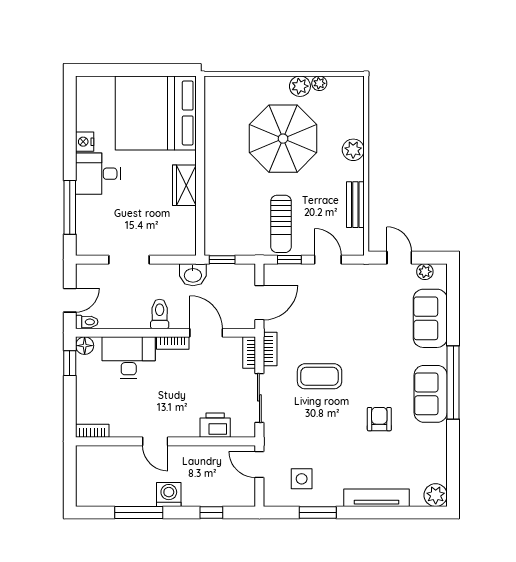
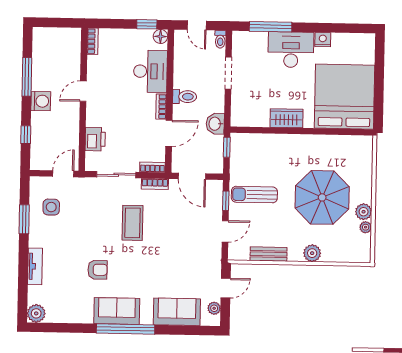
desk: (98, 174) -> (291, 50), width x1.37
toilet: (87, 322) -> (220, 39), moved
tv unit: (377, 498) -> (35, 266), width x0.71

